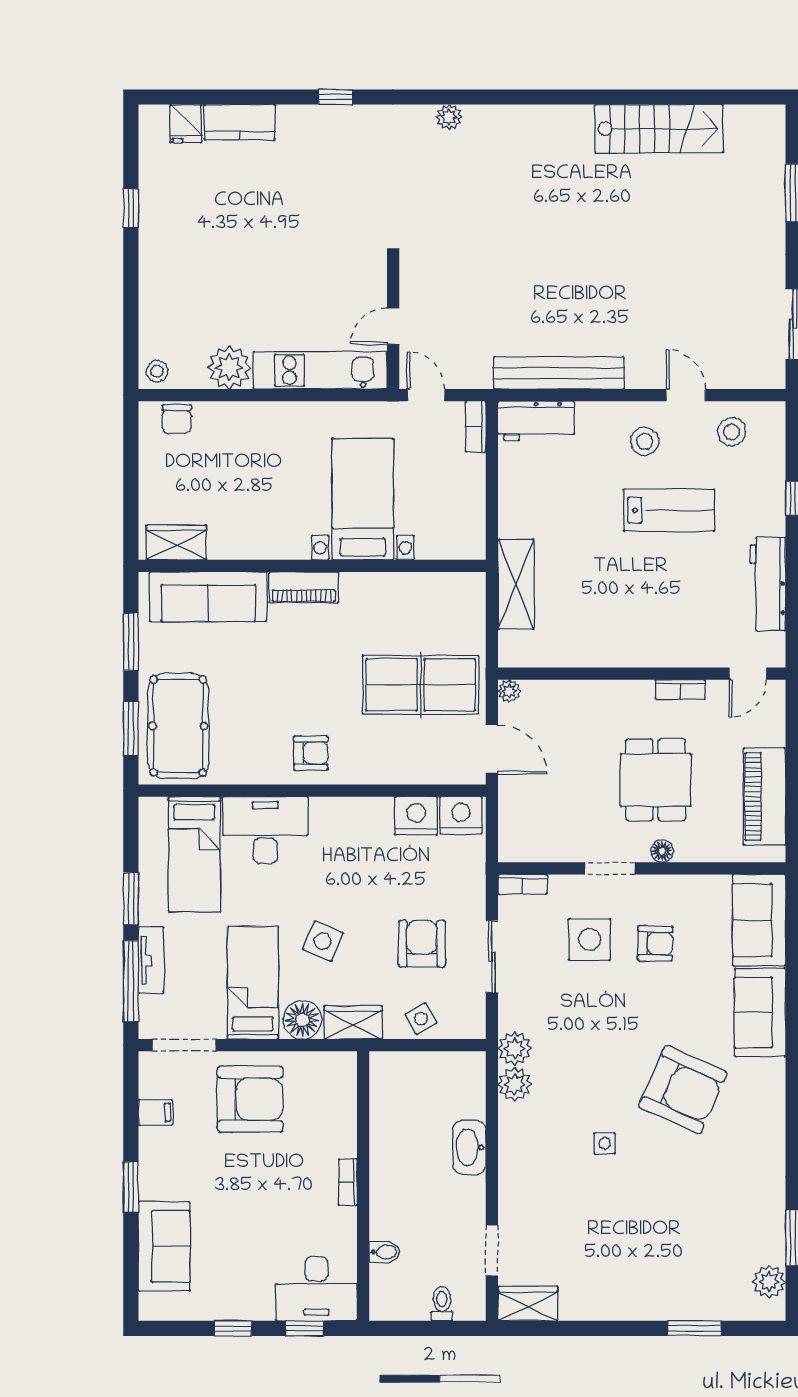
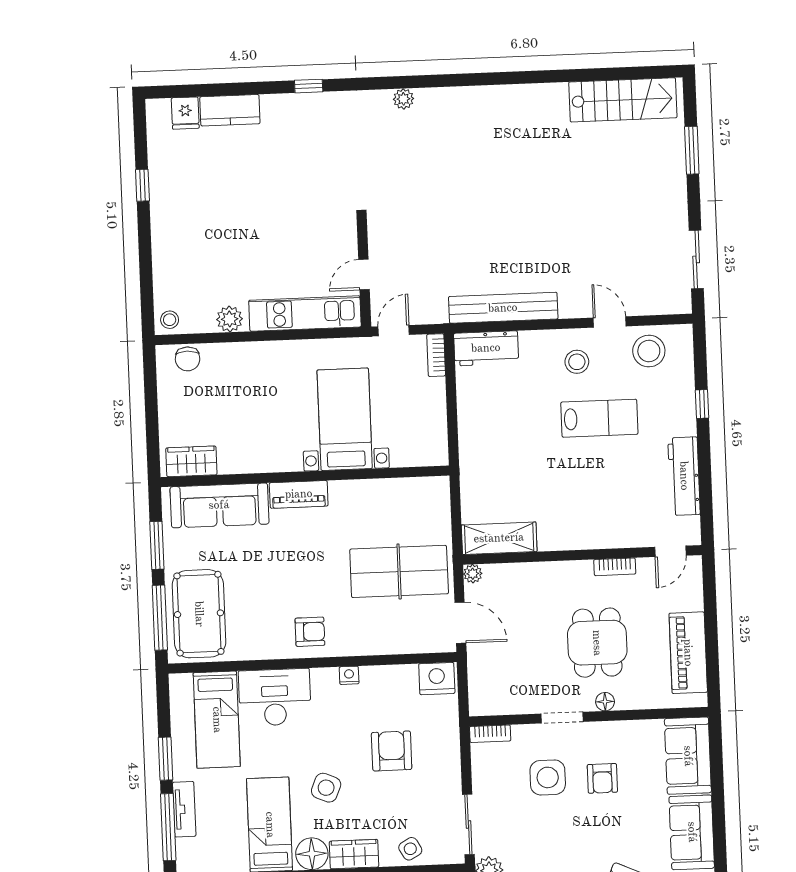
stairs: (659, 129) -> (623, 100), moved
plant: (229, 367) -> (230, 319), width x0.73, depth x0.73
door: (426, 395) -> (394, 331), hinge flipped
stool: (732, 432) -> (649, 351), width x1.38, depth x1.38
shelving: (516, 584) -> (499, 538), moved, turned 90
window: (131, 729) -> (160, 618), width x1.44
nightstand: (416, 816) -> (349, 675), moved, width x0.53, depth x0.56
armchair: (655, 943) -> (602, 778), turned 89
armchair: (422, 944) -> (392, 751), moved
sliding door: (492, 957) -> (468, 824), moved

